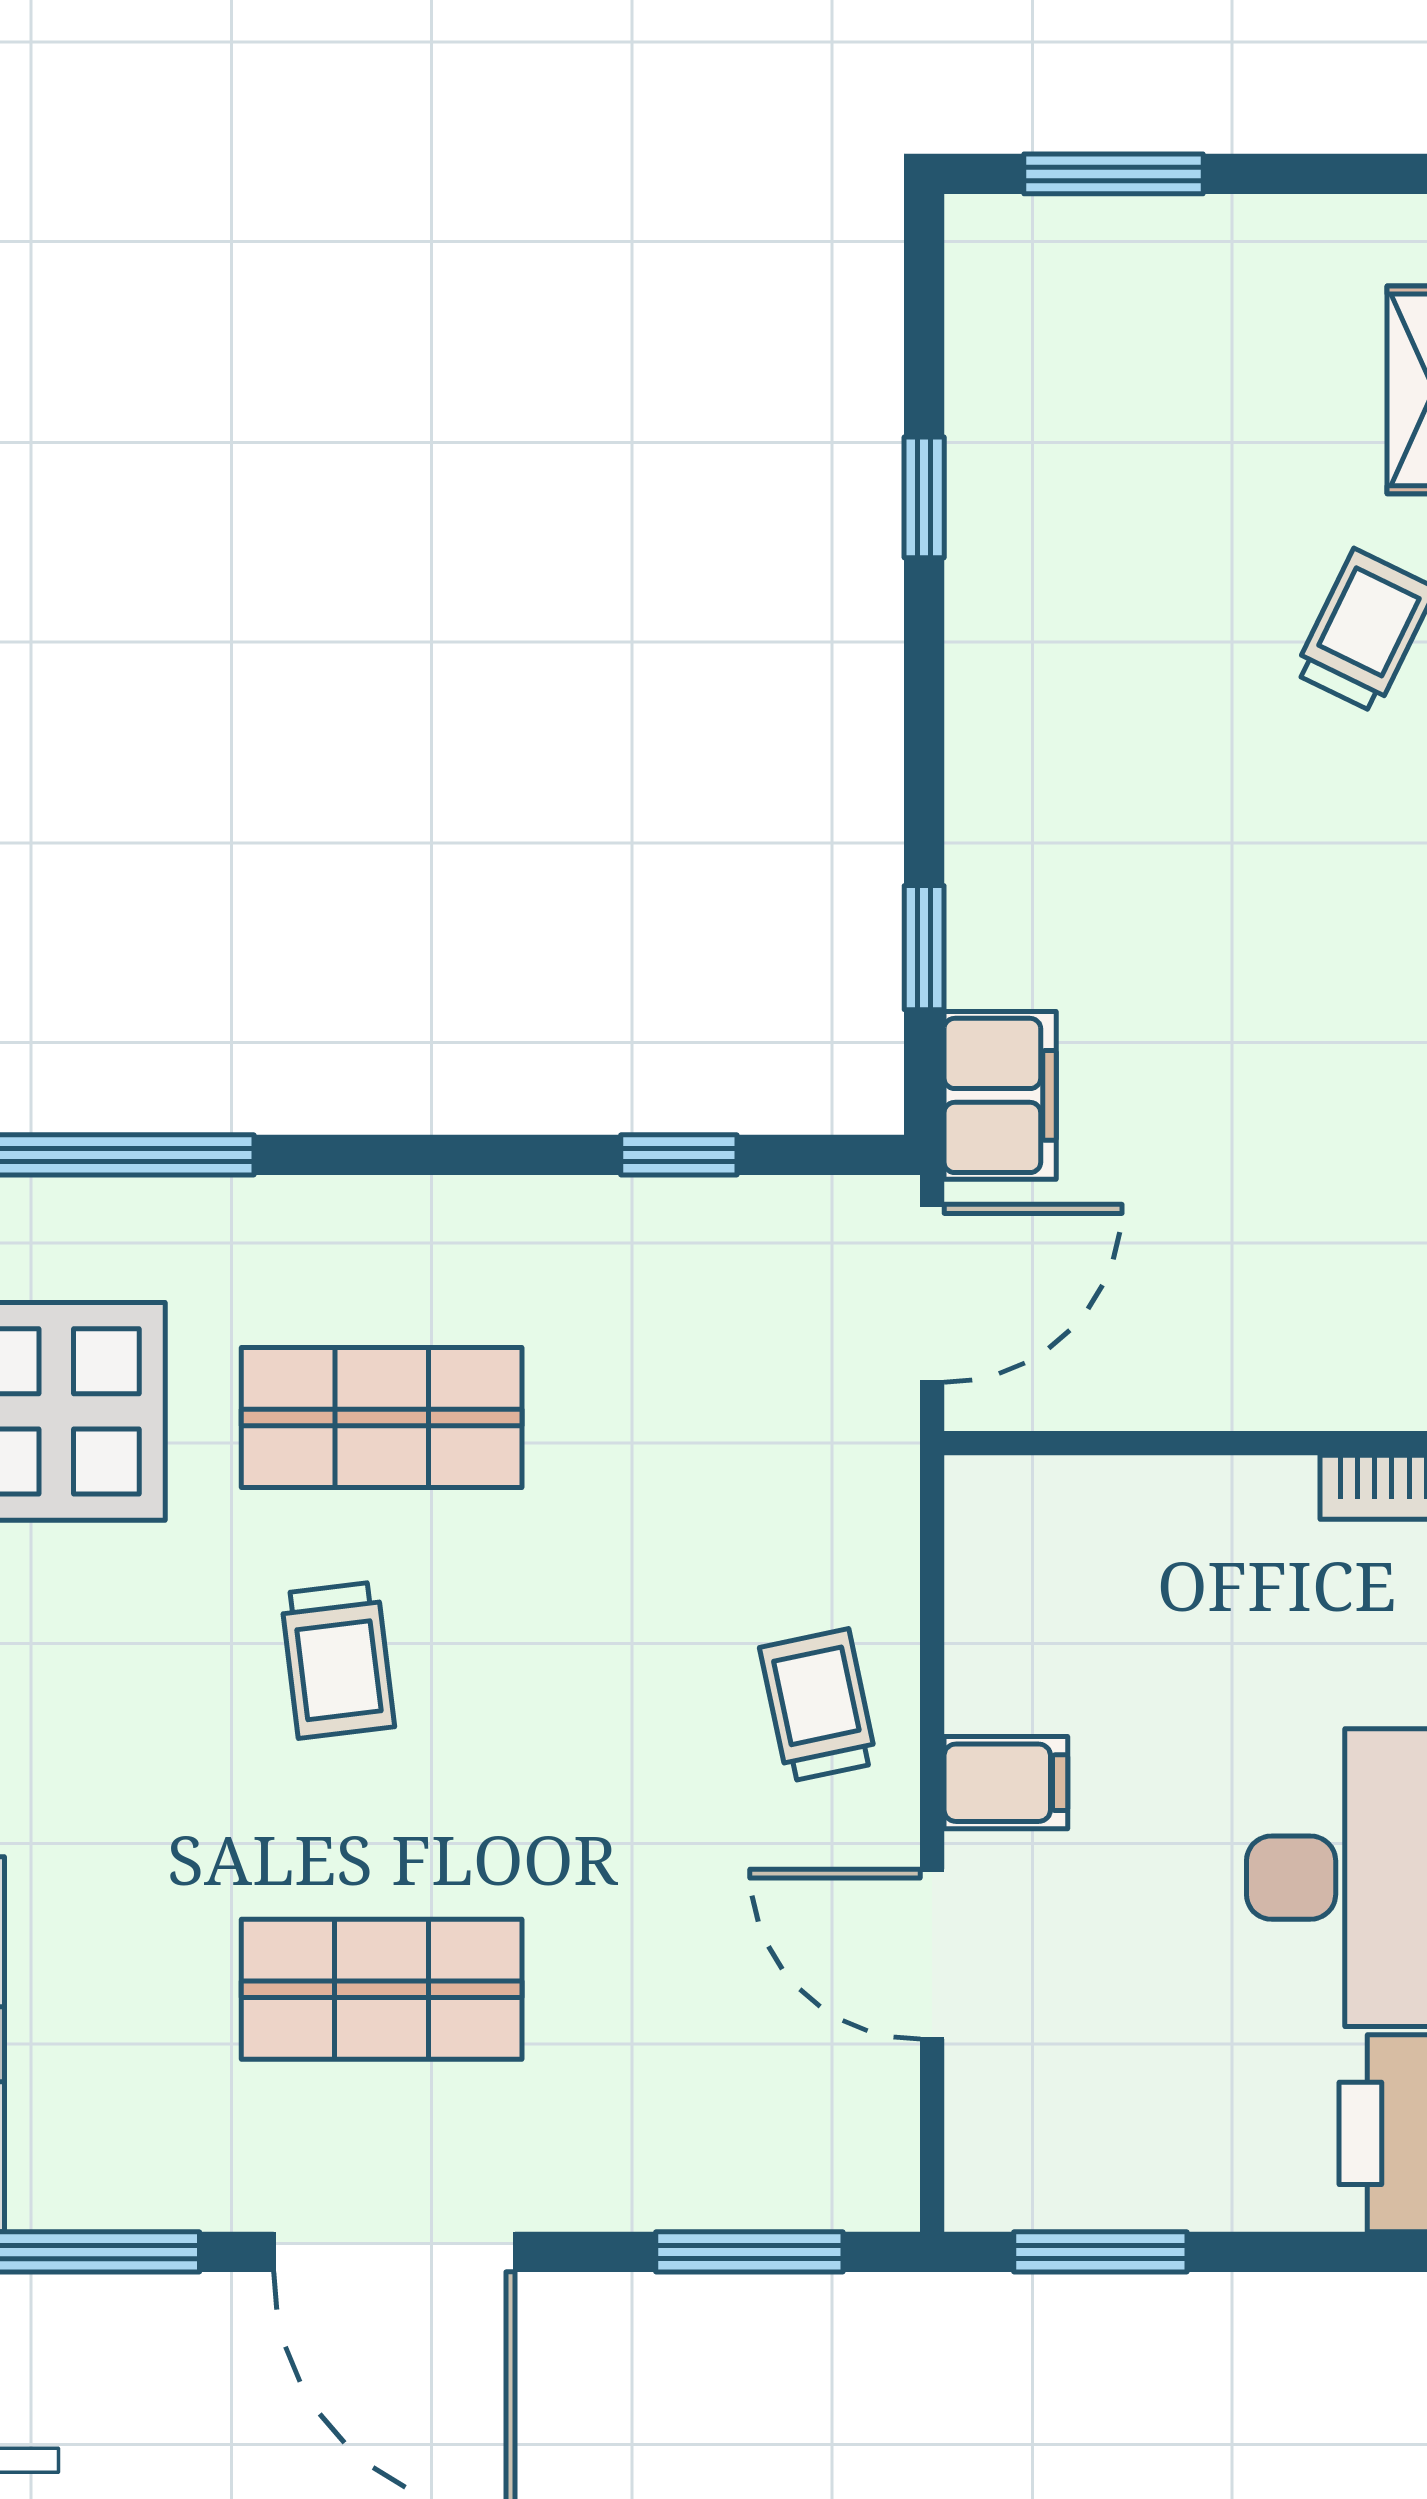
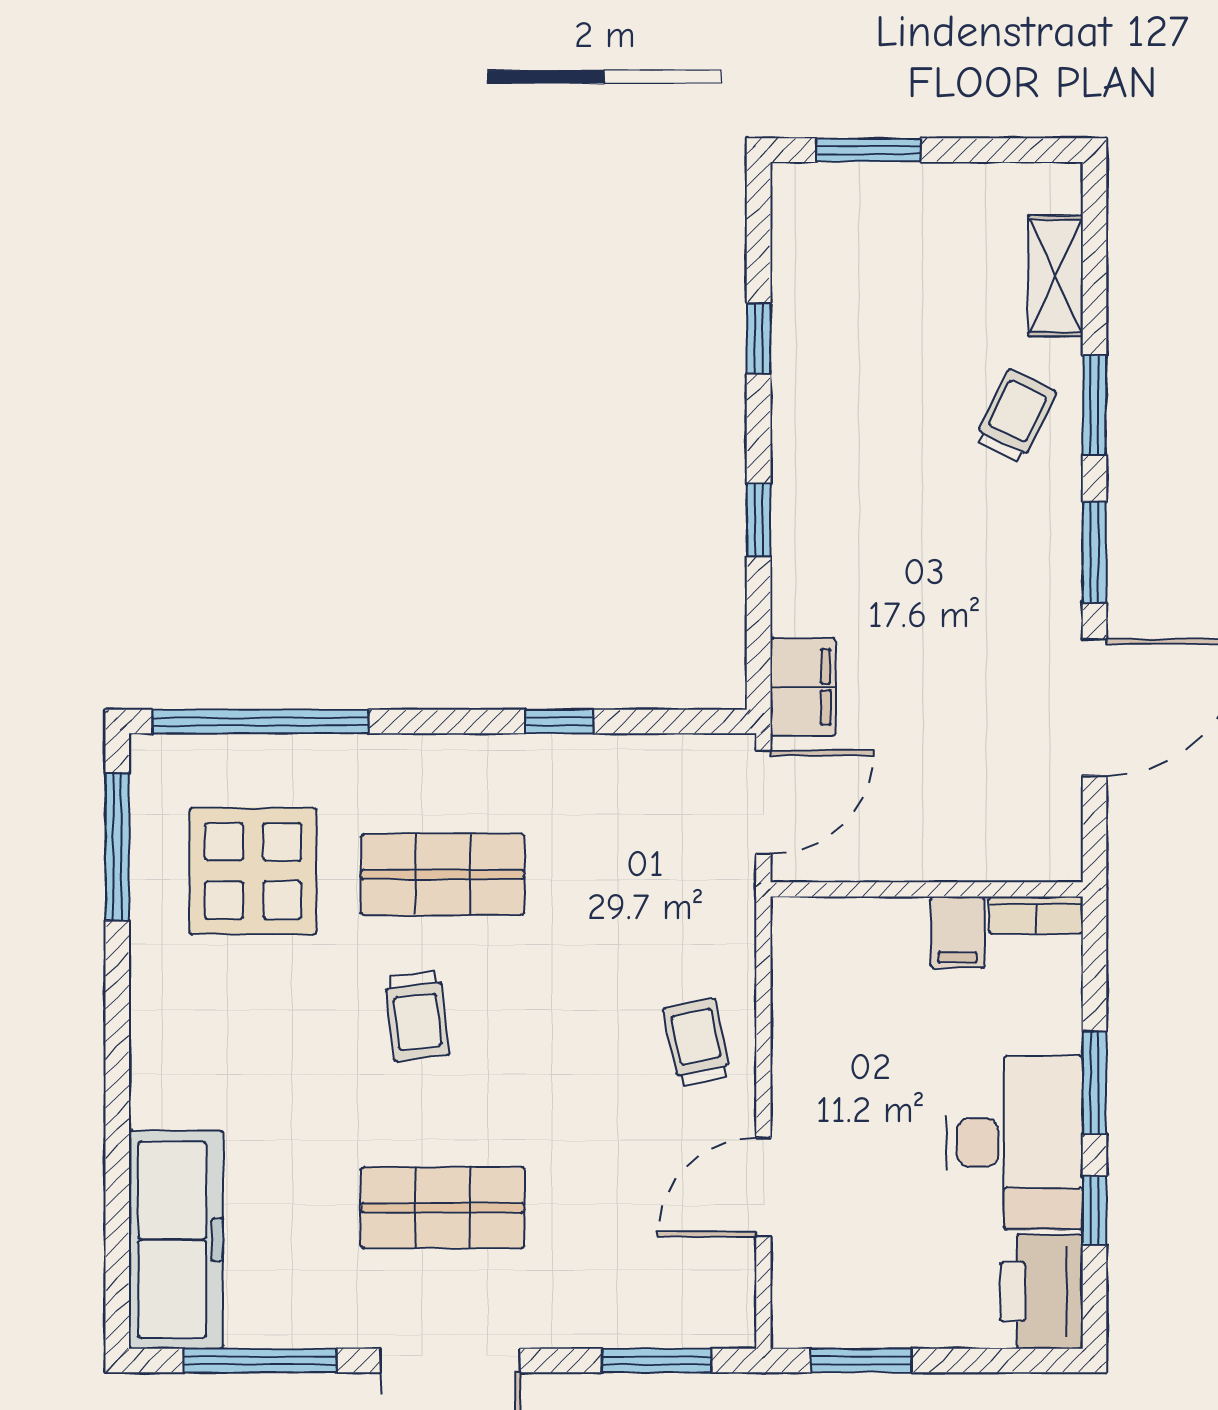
window: (924, 948) -> (759, 520), moved
window: (679, 1155) -> (559, 722), moved
filing cabinet: (1006, 1783) -> (958, 932), moved, turned 90
door: (932, 1954) -> (763, 1187), hinge flipped

